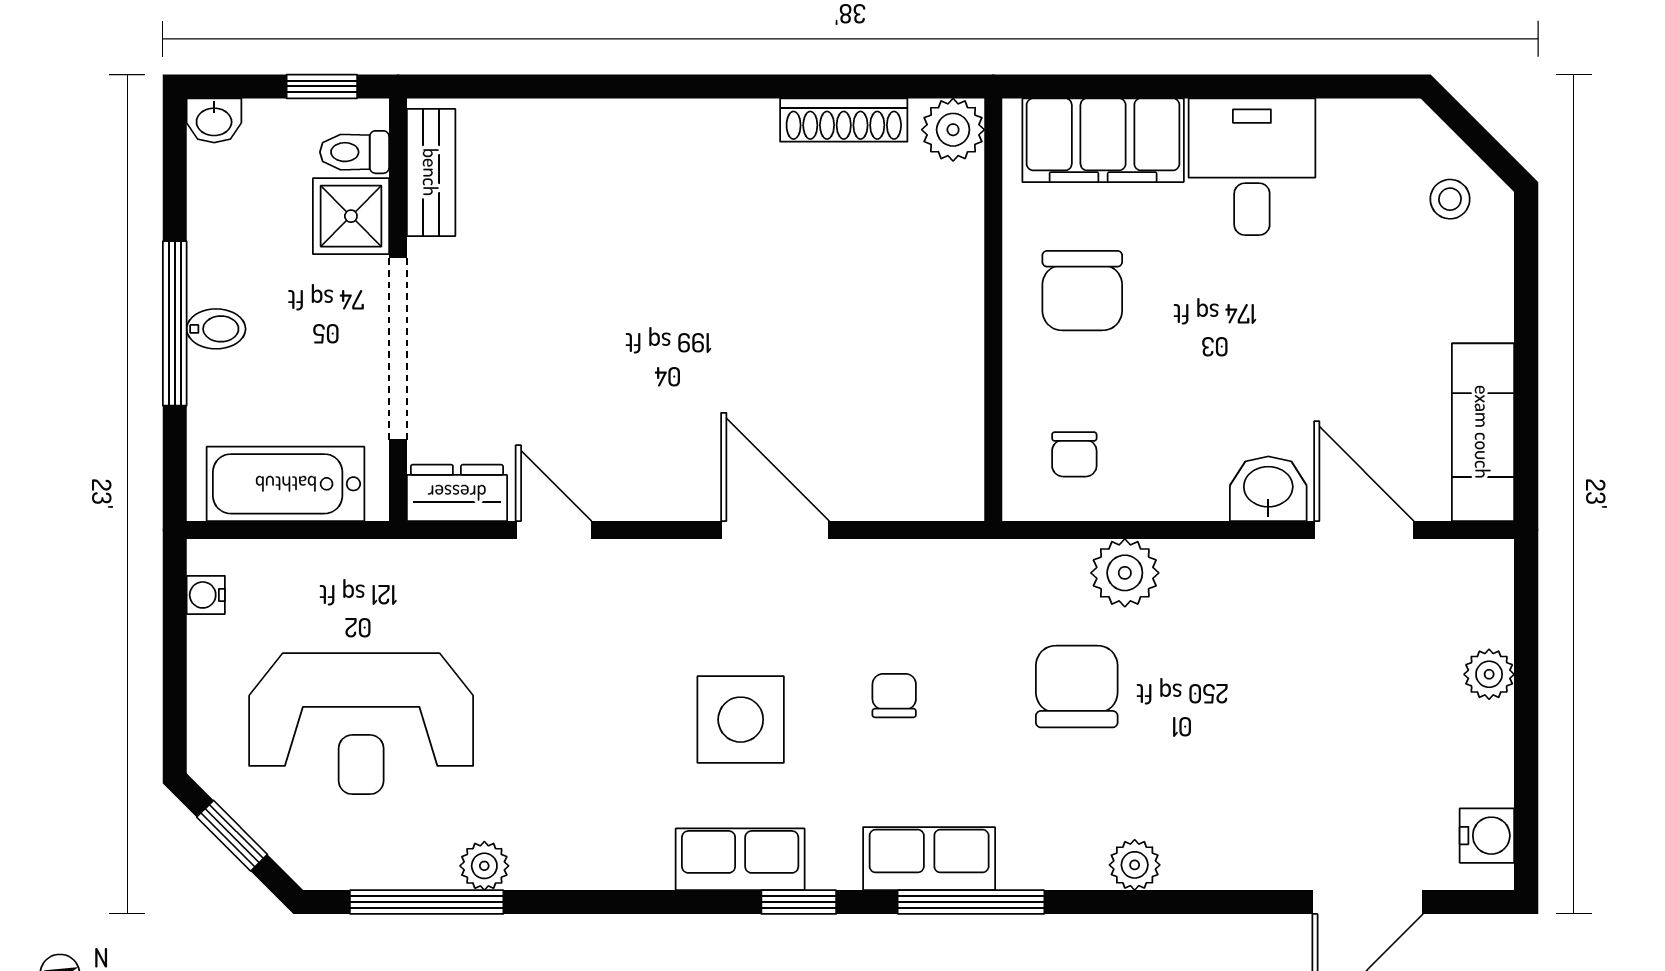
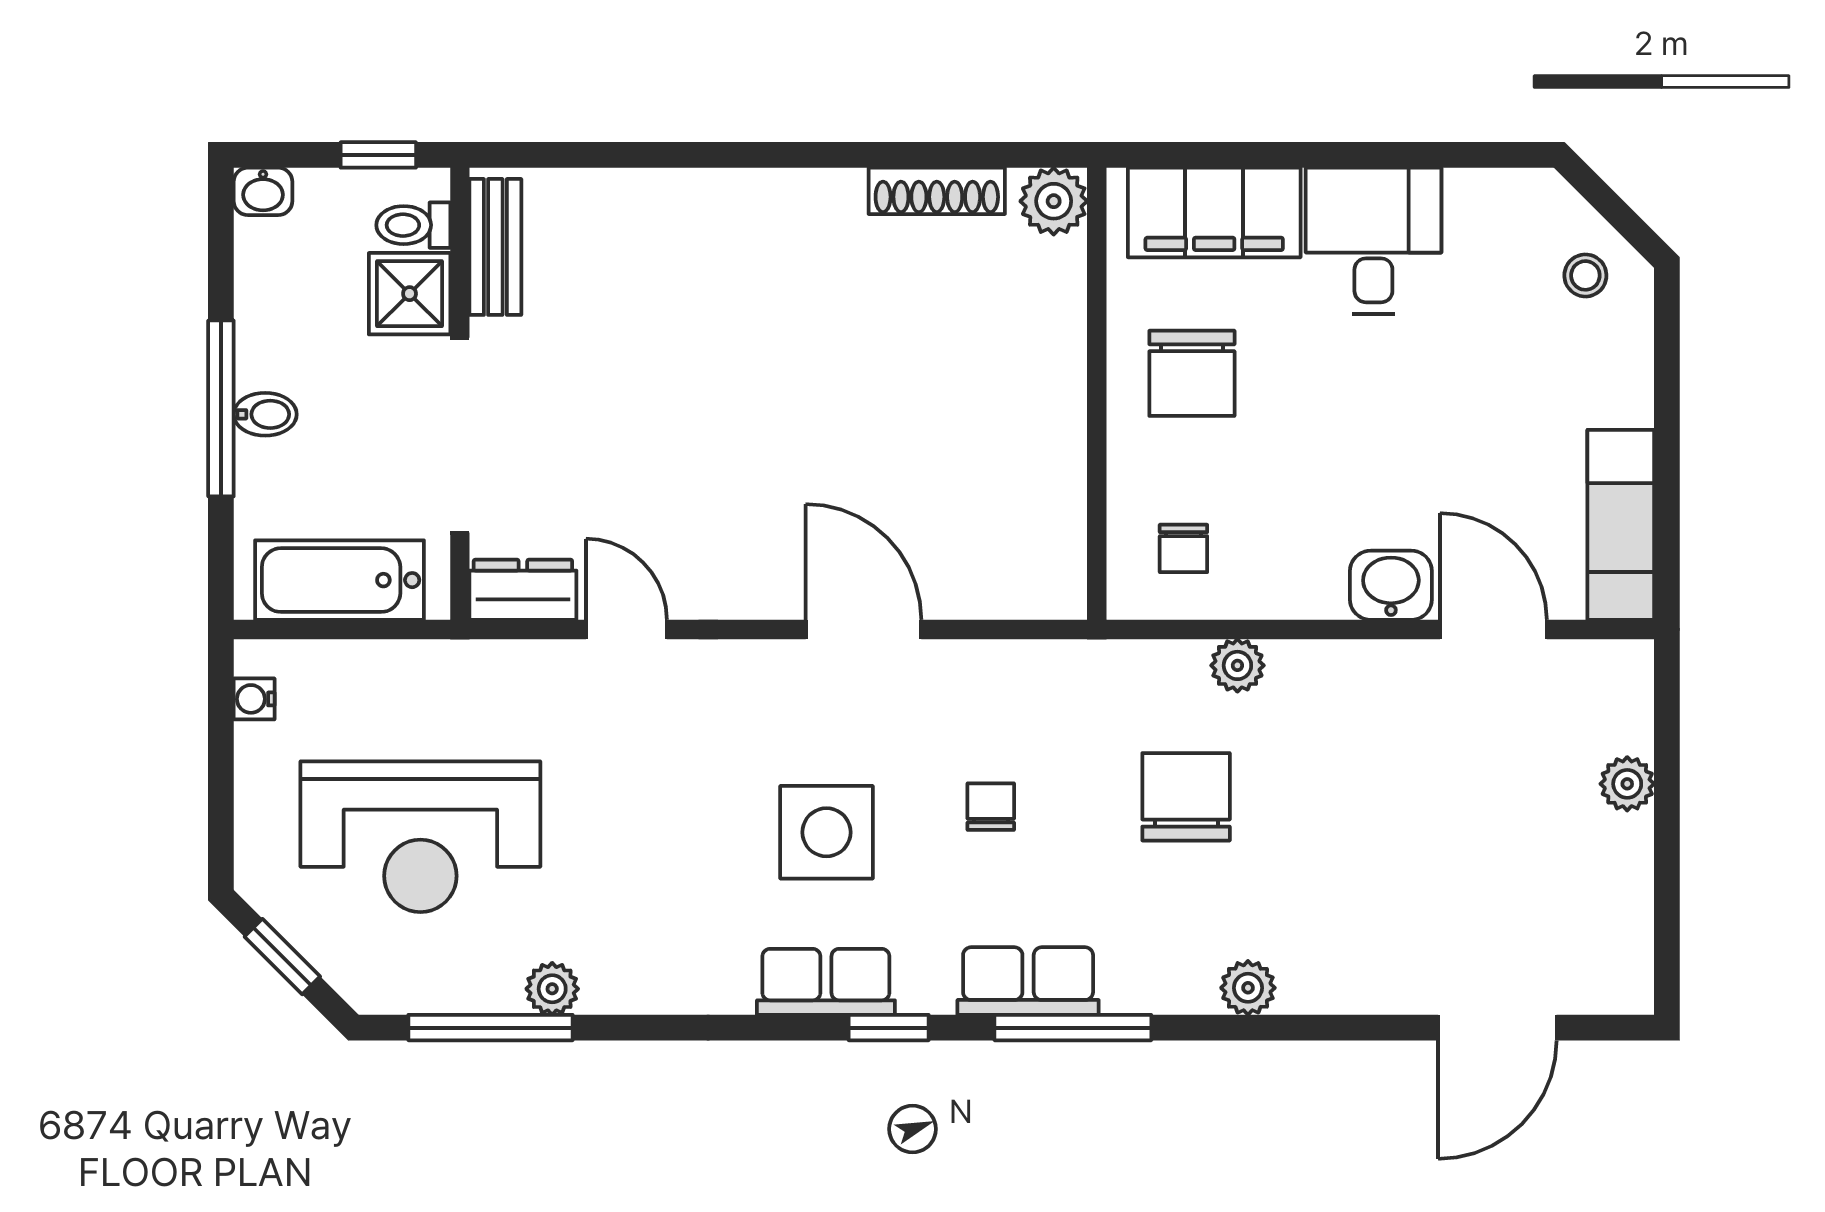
plant: (1125, 573) -> (1237, 665), width x0.73, depth x0.73
water cooler: (1487, 836) -> (1625, 956), removed

